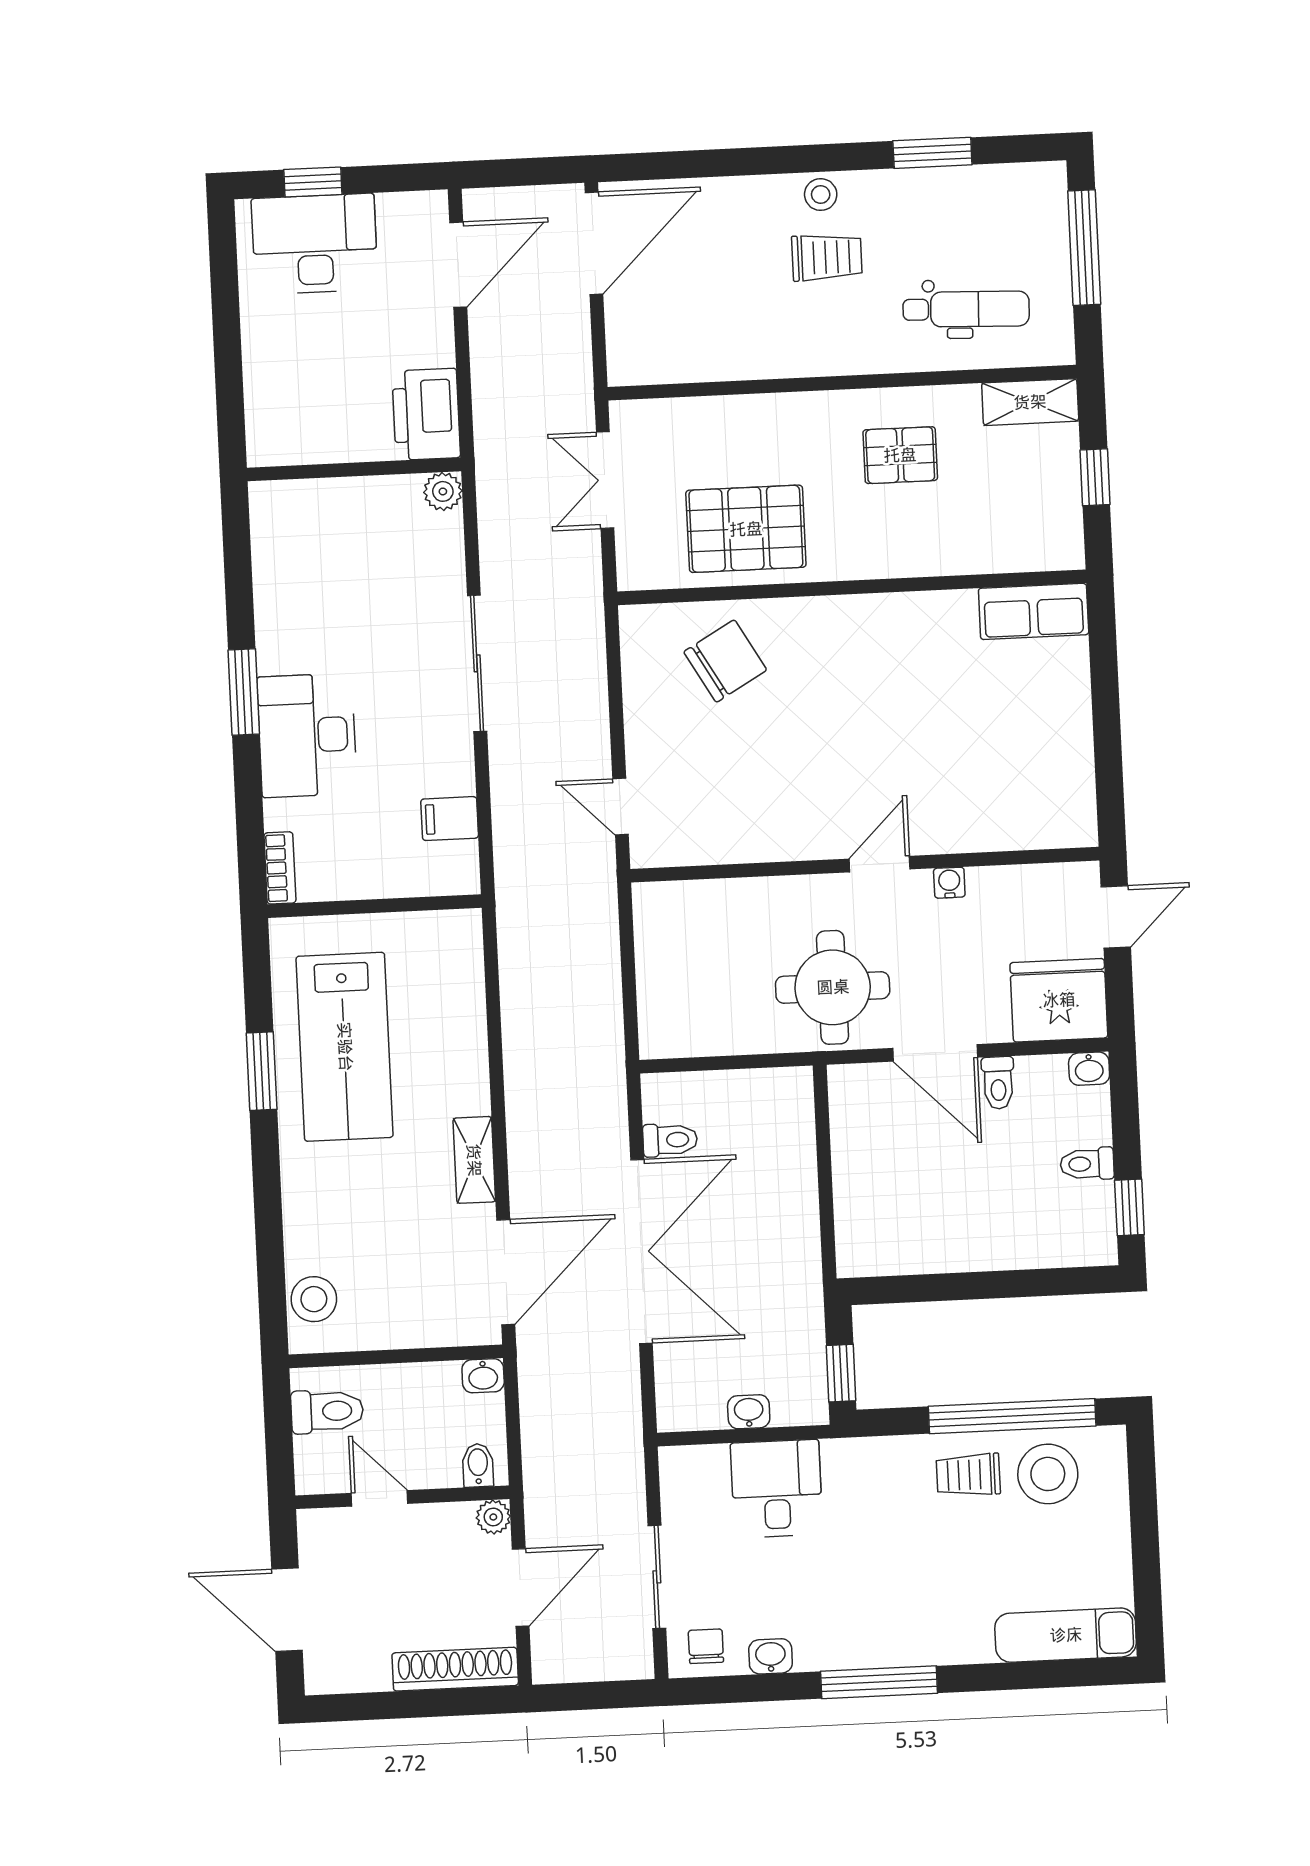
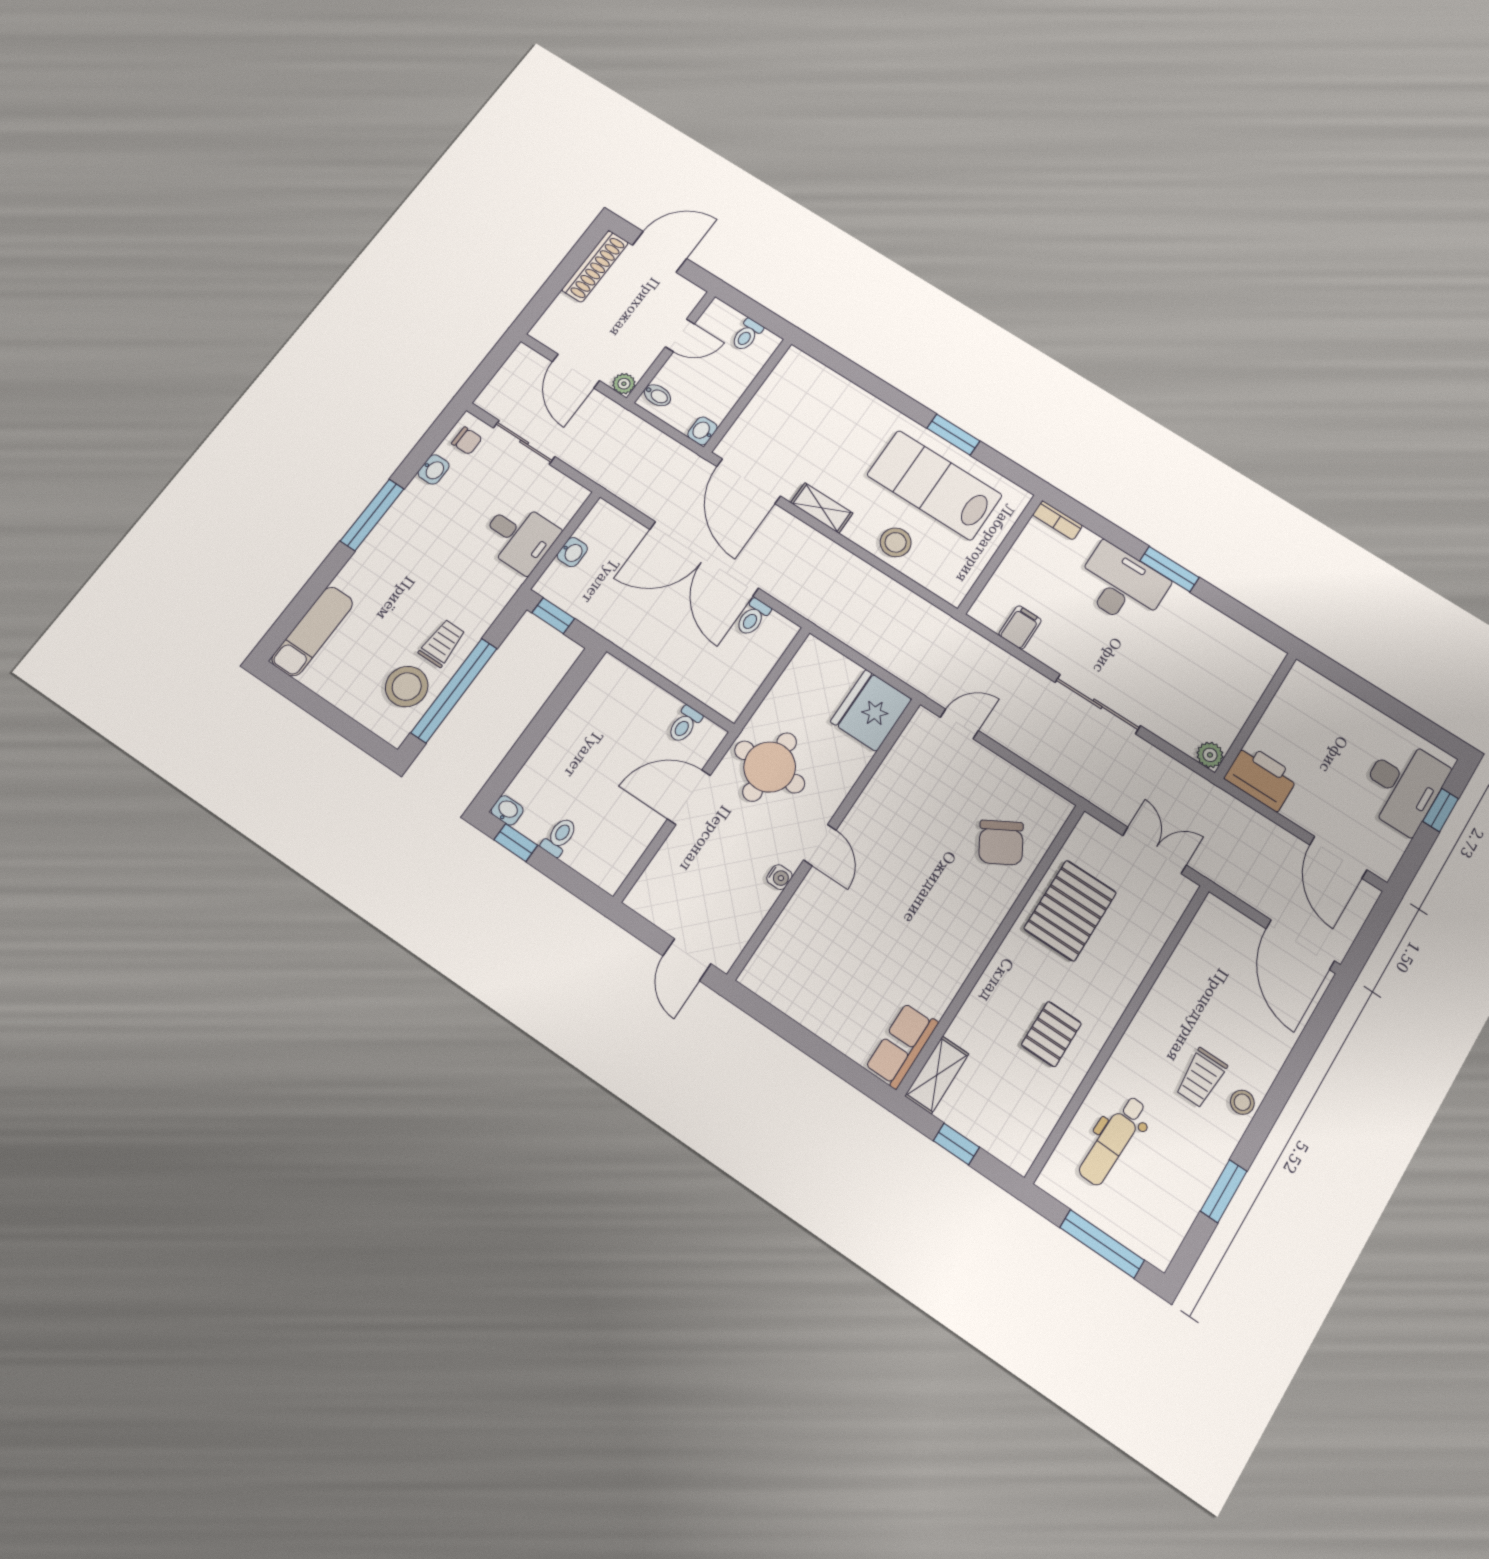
shelving: (1030, 402) -> (937, 1075), moved
fridge: (1059, 1000) -> (871, 710), moved, turned 180
washbasin: (1089, 1069) -> (507, 810), moved, turned 90
toilet: (998, 1083) -> (685, 724), moved, turned -90
stool: (314, 1299) -> (896, 542), moved
toilet: (327, 1411) -> (747, 335), width x0.73, depth x0.72
shoe rack: (455, 1669) -> (595, 266), moved

